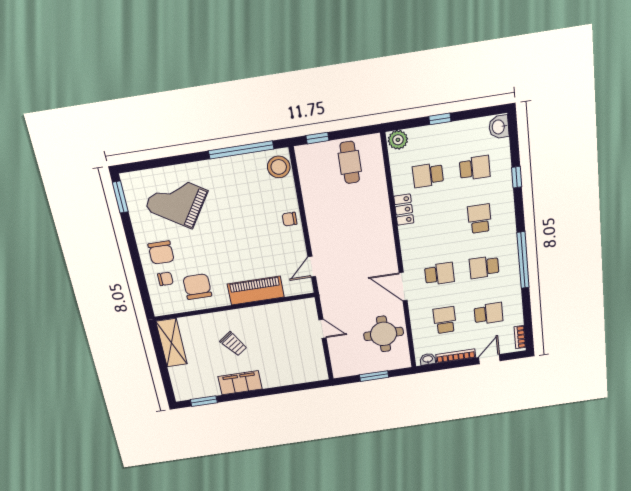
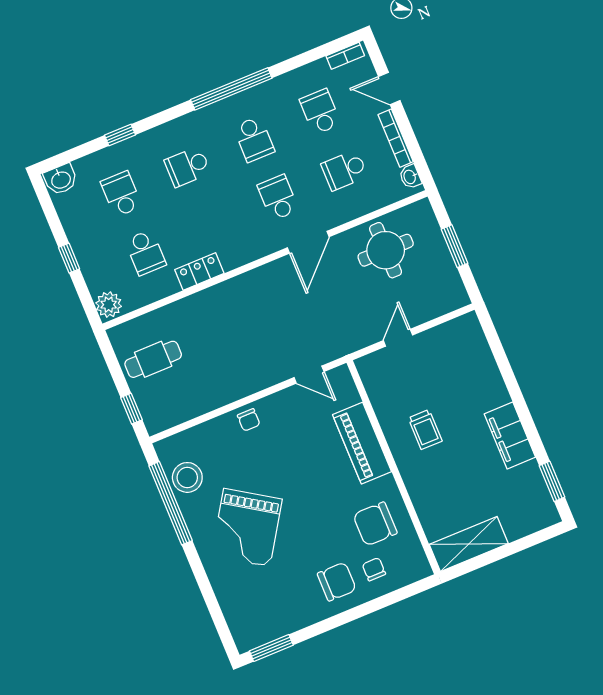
stool: (279, 167) -> (187, 477), moved
grand piano: (176, 200) -> (247, 528), moved
trolley: (233, 344) -> (425, 429), moved, turned 126

